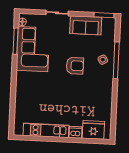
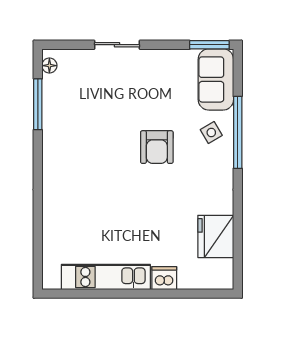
sofa: (86, 25) -> (216, 79), moved, turned 90
corner sofa: (33, 49) -> (73, 118), removed
armchair: (75, 66) -> (157, 147), turned 90
fridge: (93, 130) -> (216, 236), moved, turned -90

